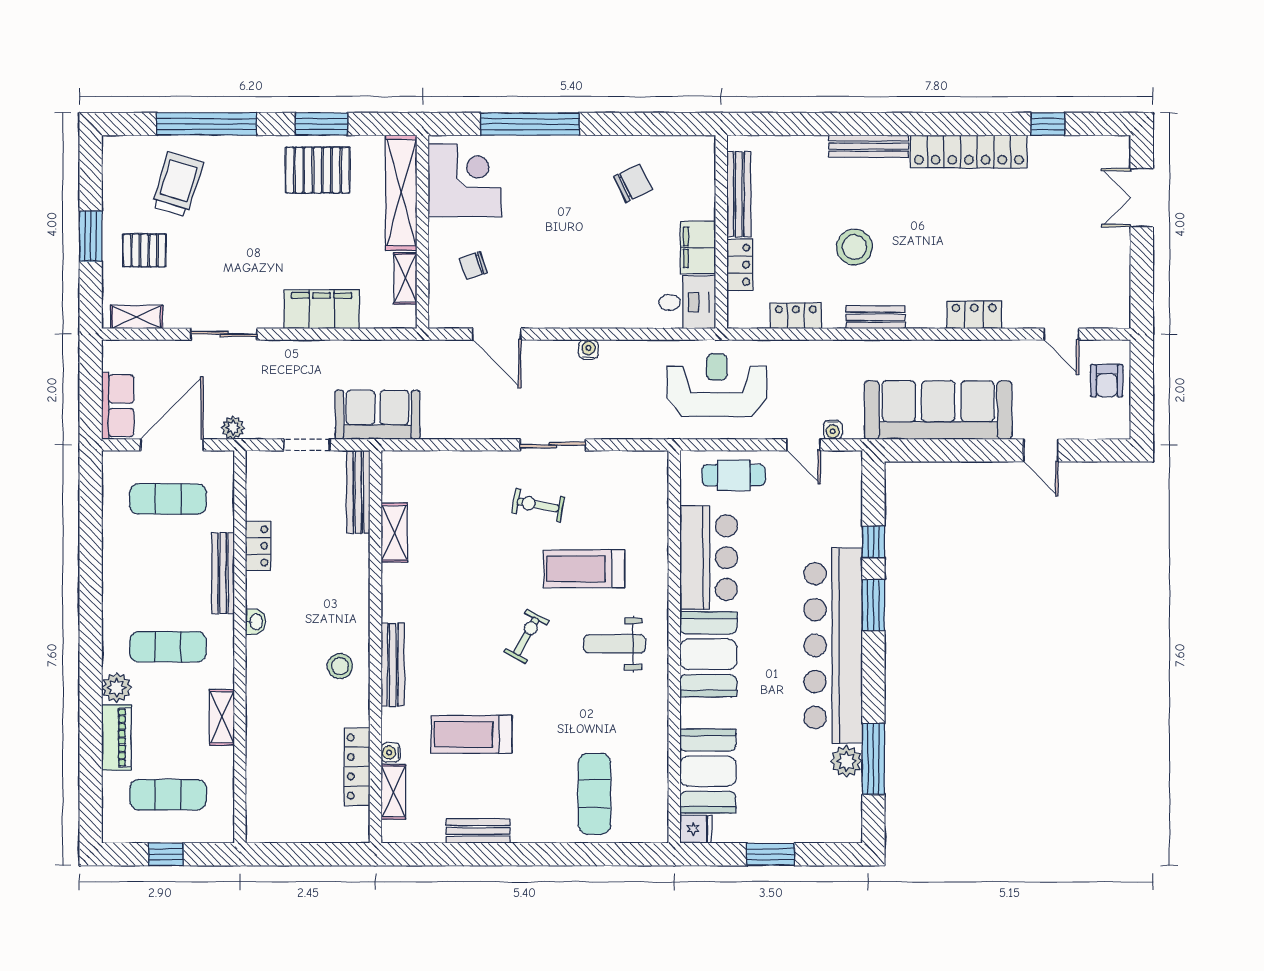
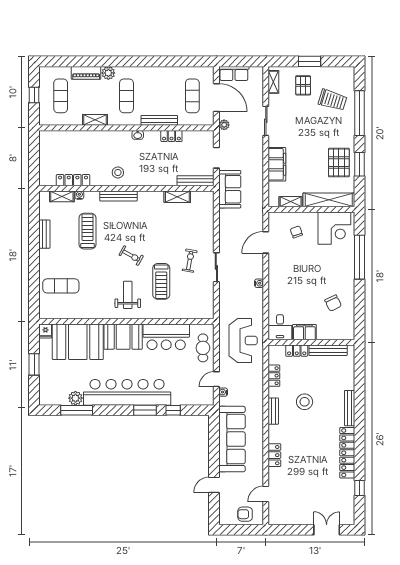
treadmill: (584, 569) -> (161, 281), turned 180
booth: (708, 771) -> (78, 342), width x1.36, depth x1.42

